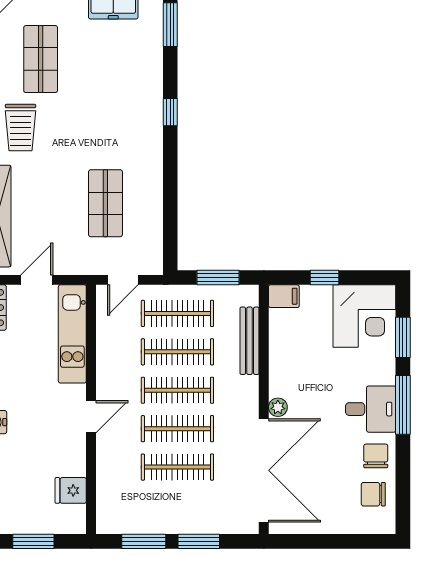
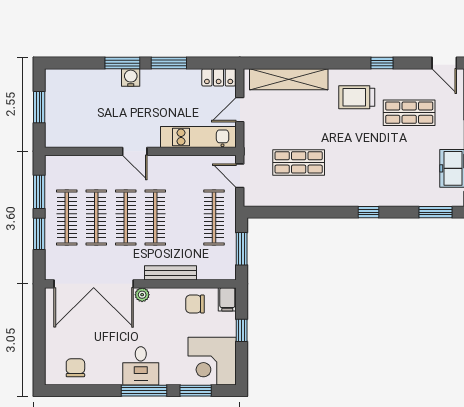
door: (37, 280) -> (240, 110), swing flipped
bench: (250, 341) -> (170, 273), moved
clothes rail: (177, 352) -> (67, 218), moved
chair: (376, 456) -> (195, 304), moved, turned 180
fridge: (71, 490) -> (78, 136), removed

